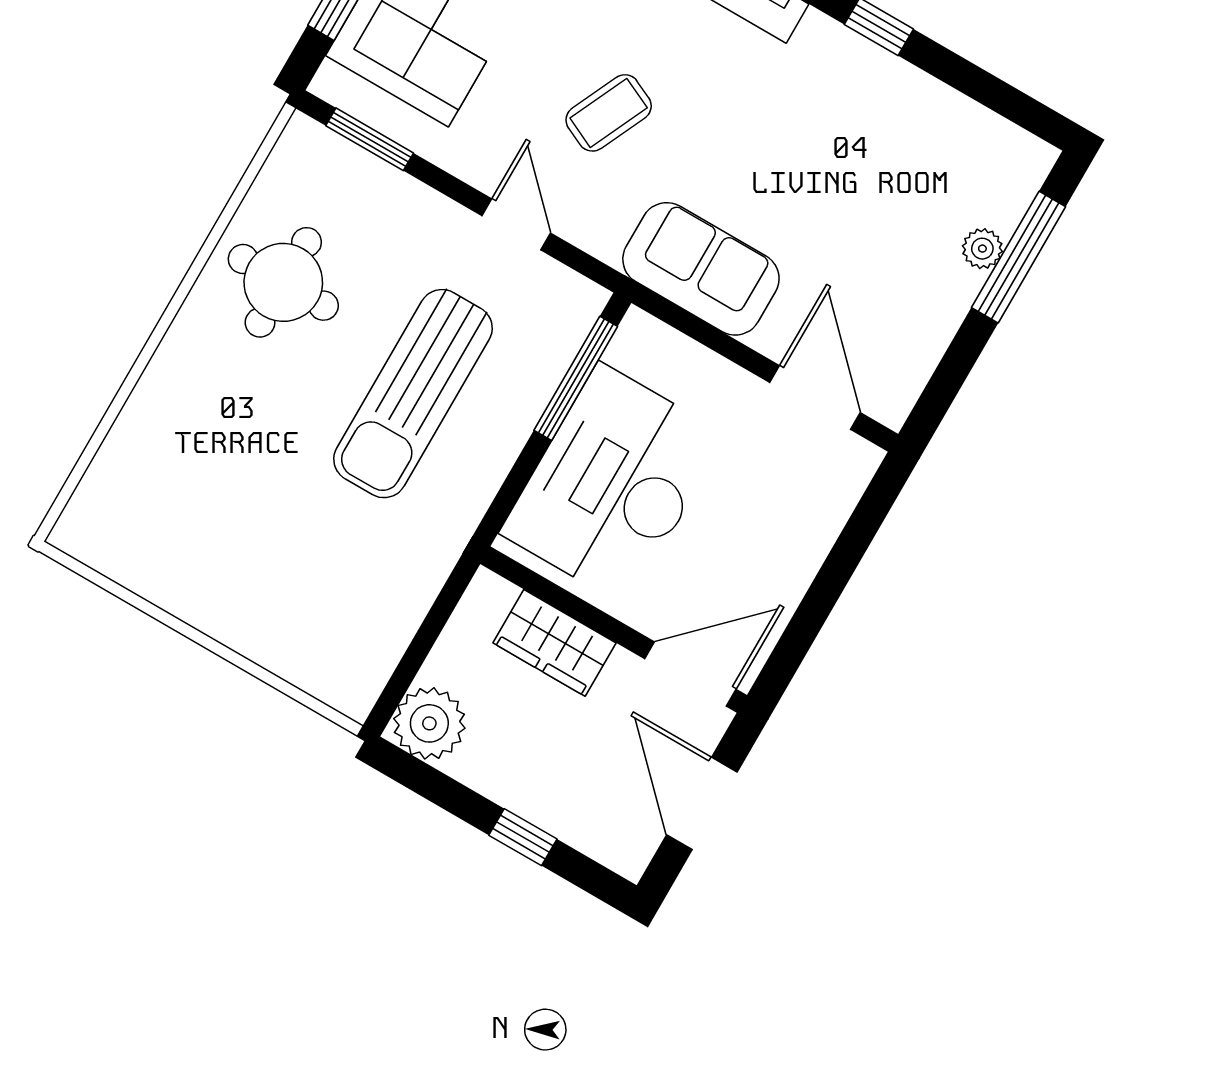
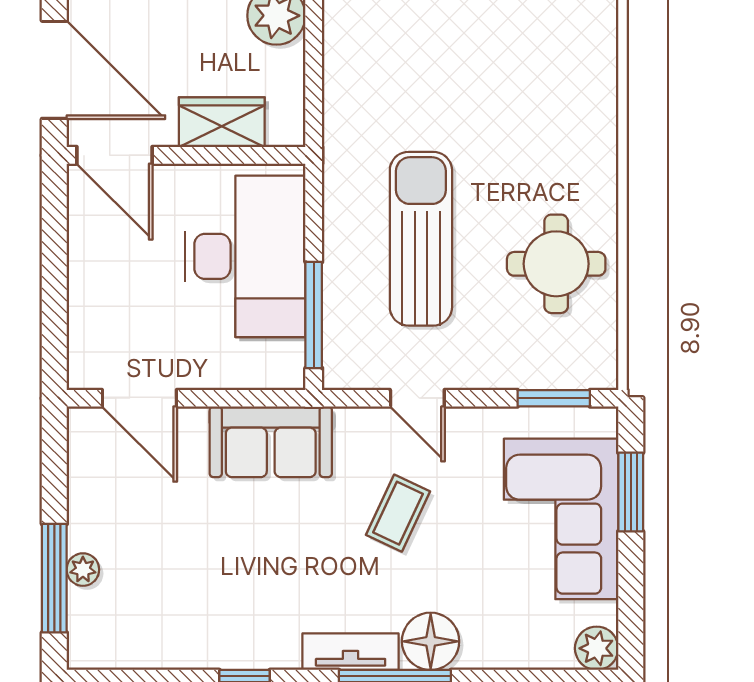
door: (690, 674) -> (115, 155), hinge flipped
door: (702, 803) -> (54, 70), width x1.36

